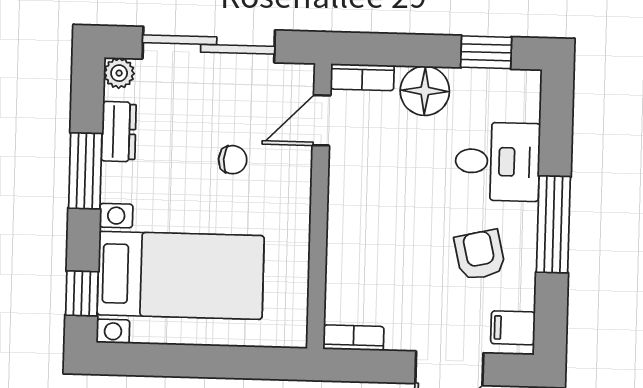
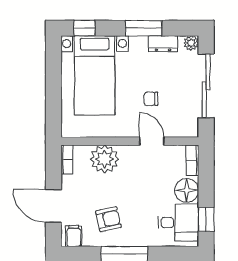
door: (321, 120) -> (152, 141), moved
chair: (233, 160) -> (151, 99), turned 87
desk: (498, 162) -> (178, 223), moved, turned -90
plant: (355, 260) -> (104, 159), added

